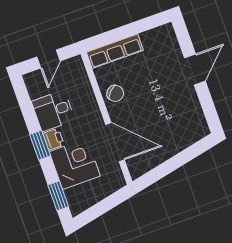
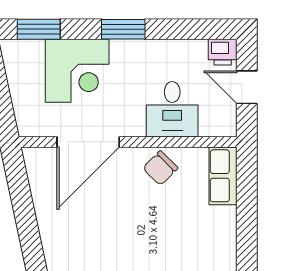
row of seats: (115, 51) -> (223, 176), width x0.68
desk: (53, 111) -> (172, 109), moved, turned 180
printer: (53, 139) -> (223, 52), moved

